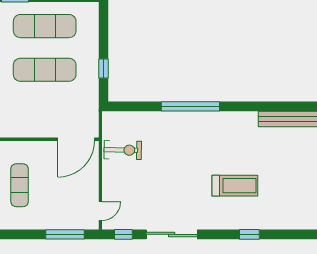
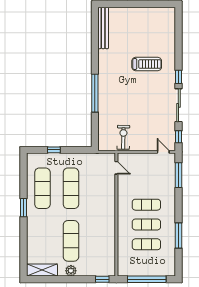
window: (103, 68) -> (54, 150), moved
door: (76, 139) -> (116, 168), width x0.53
treadmill: (235, 186) -> (147, 64), turned 90
window: (249, 234) -> (178, 77), moved

